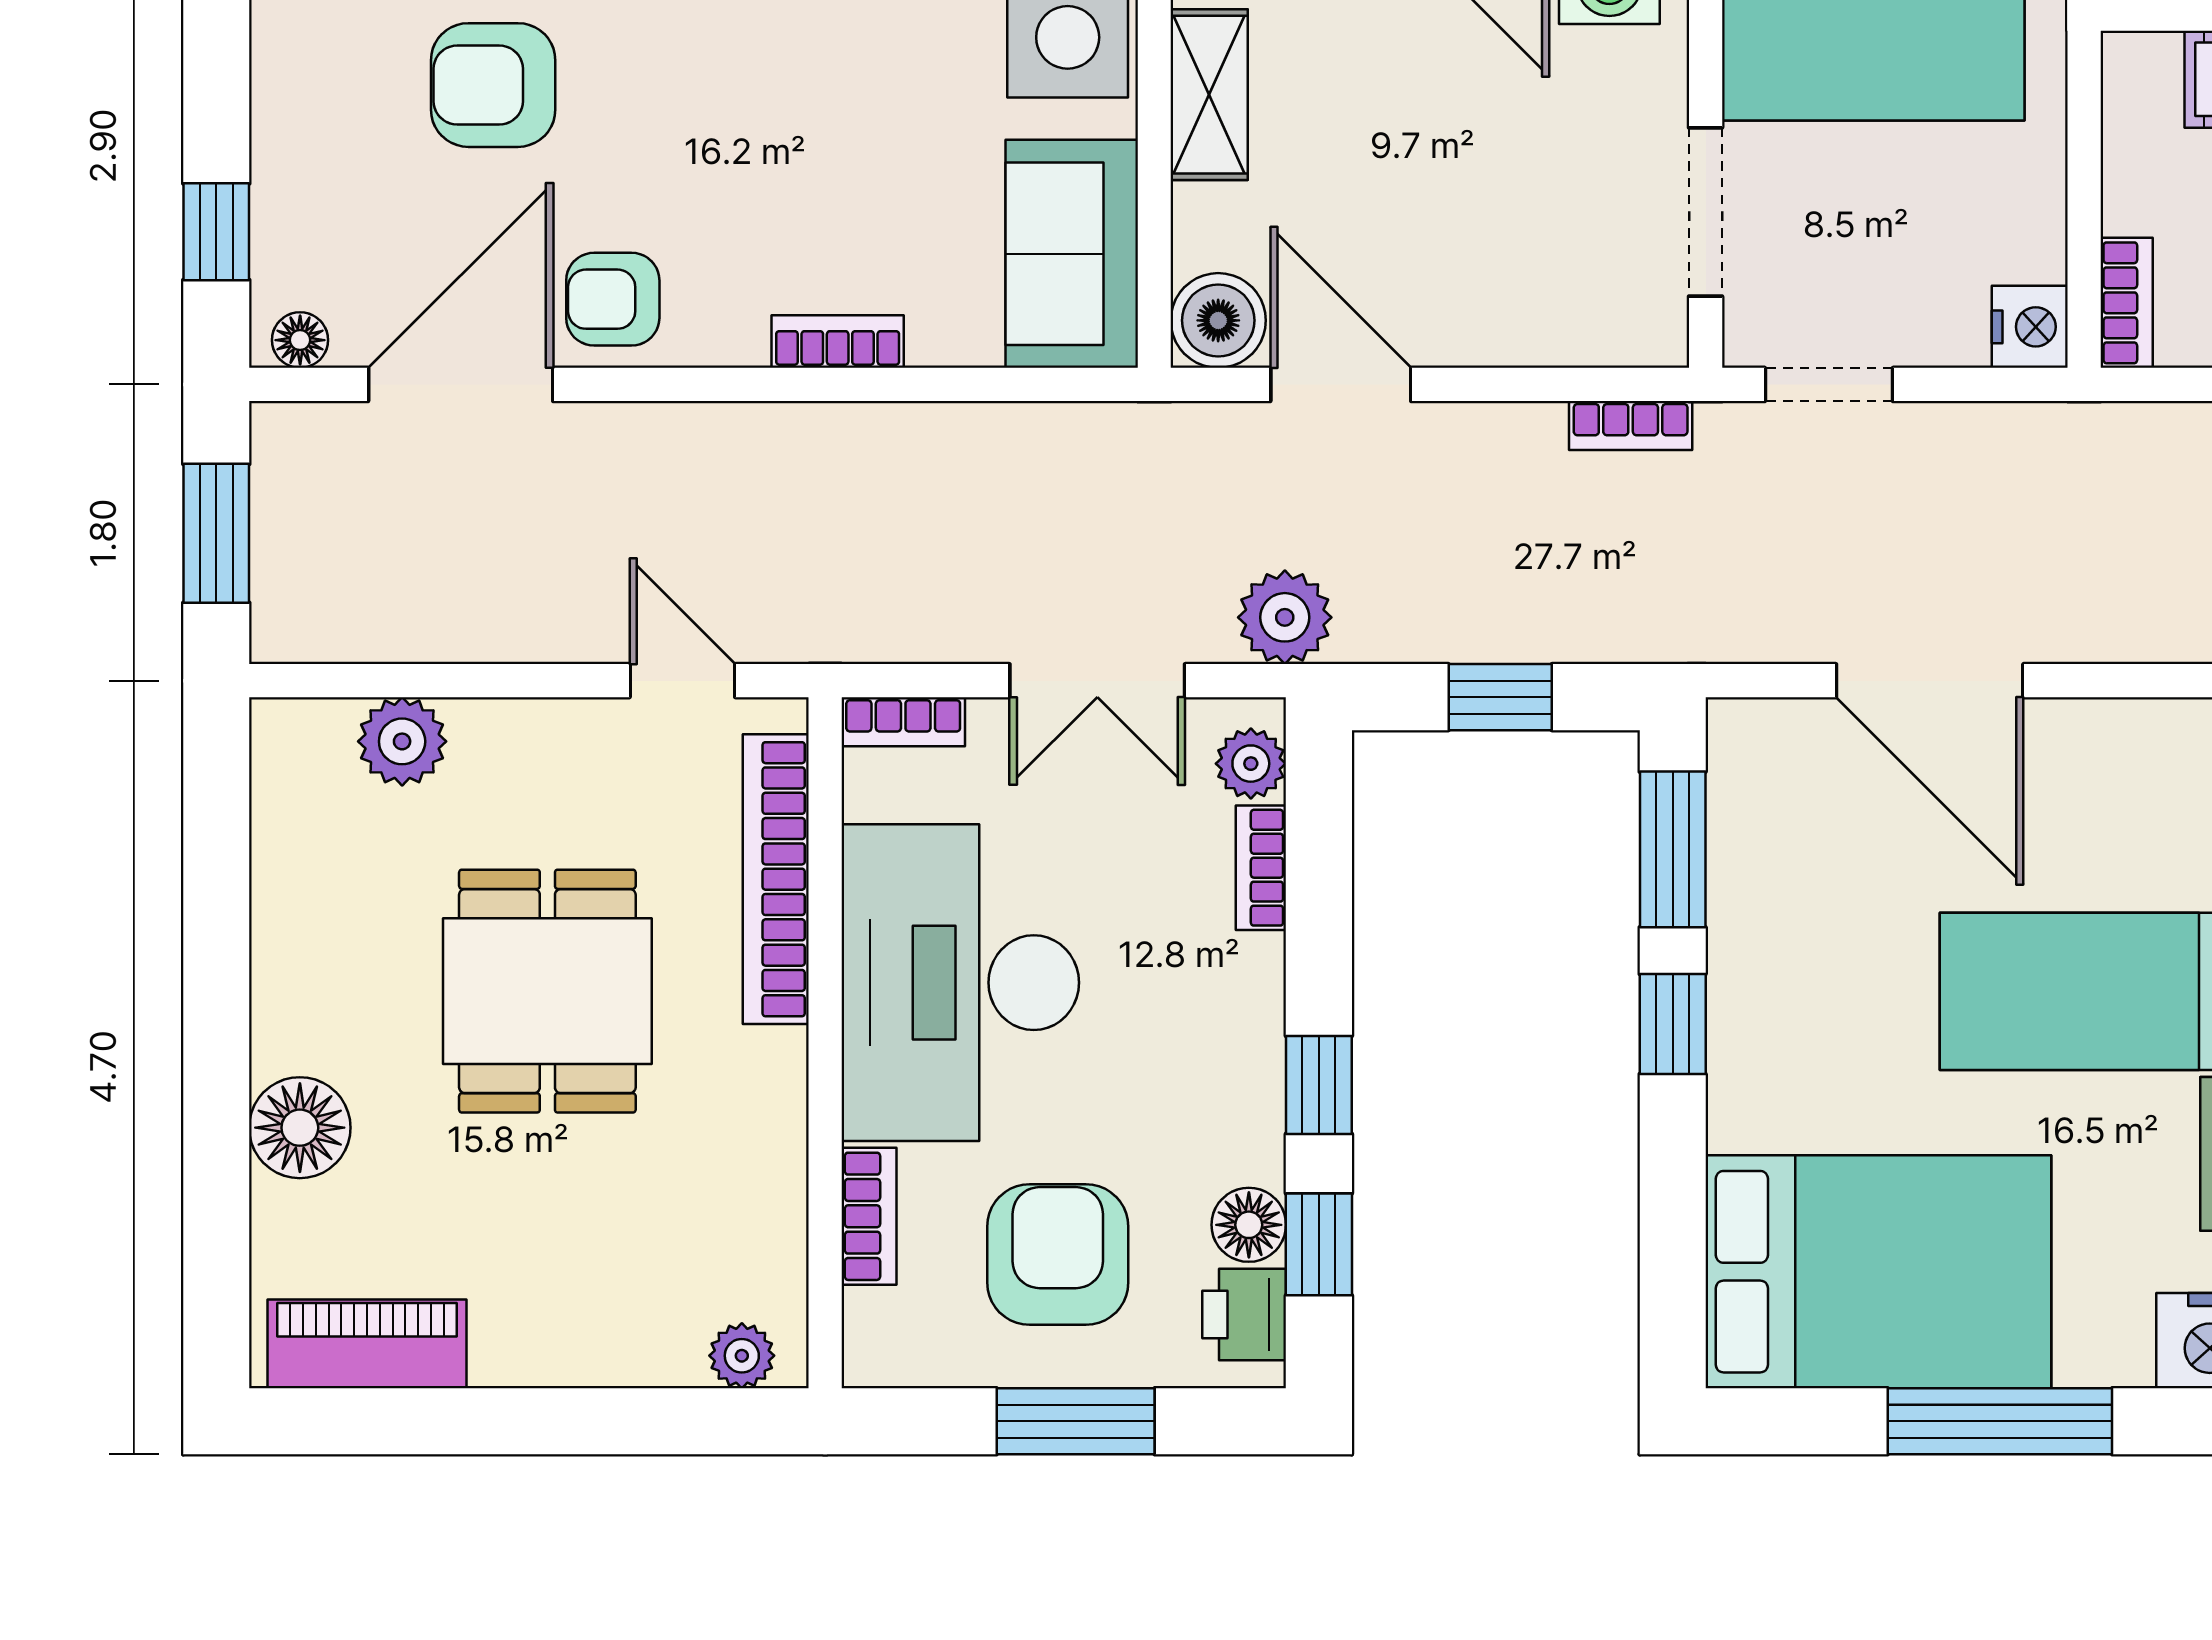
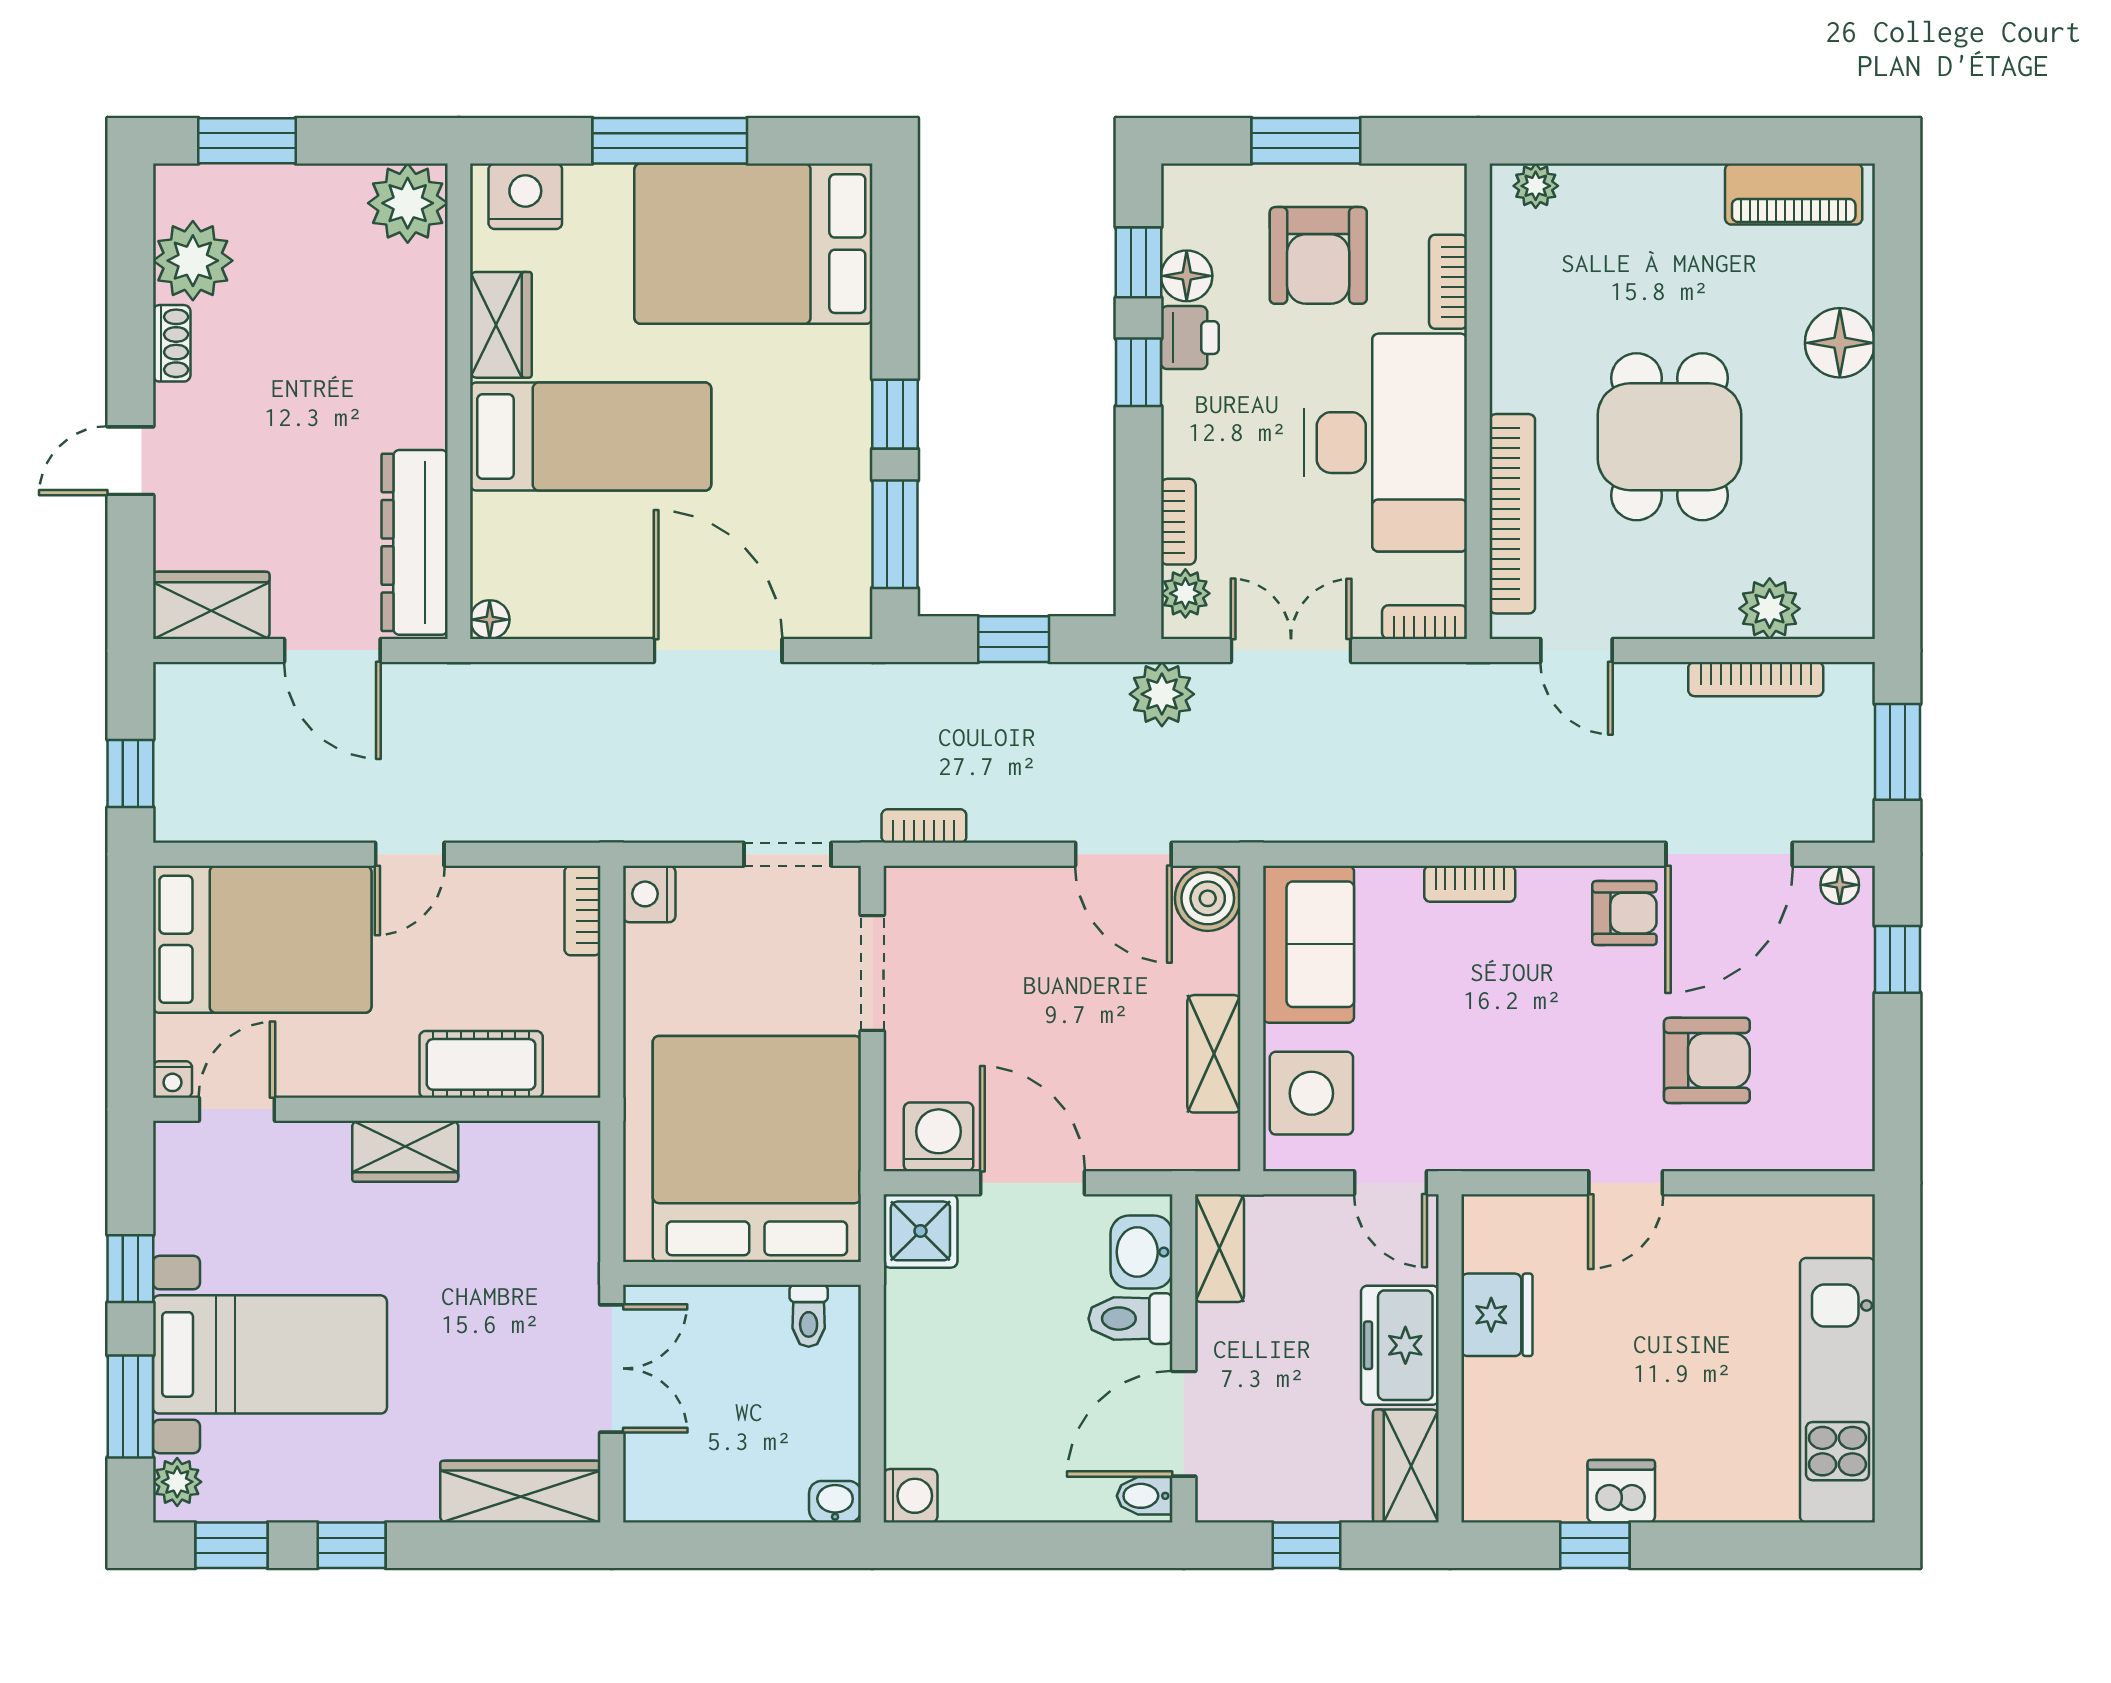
bookcase: (422, 639) -> (1756, 679), added
printer: (1244, 1314) -> (1190, 338), moved

